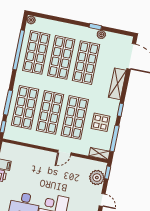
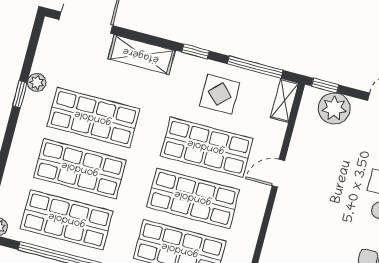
door: (64, 153) -> (278, 173), swing flipped

